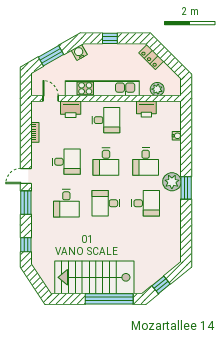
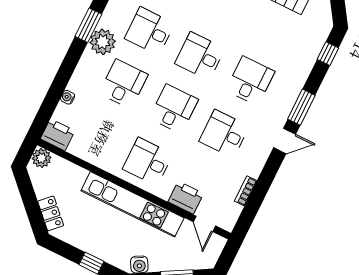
plant: (157, 89) -> (41, 158), moved
printer: (146, 109) -> (58, 135), moved
desk: (106, 203) -> (200, 56), turned 180

